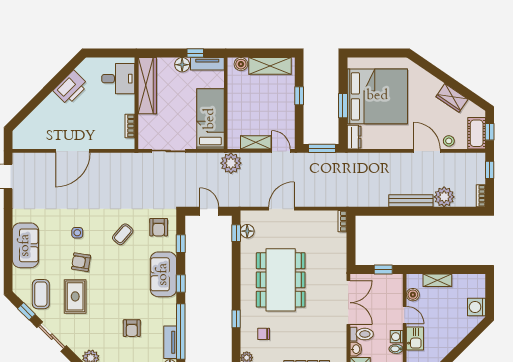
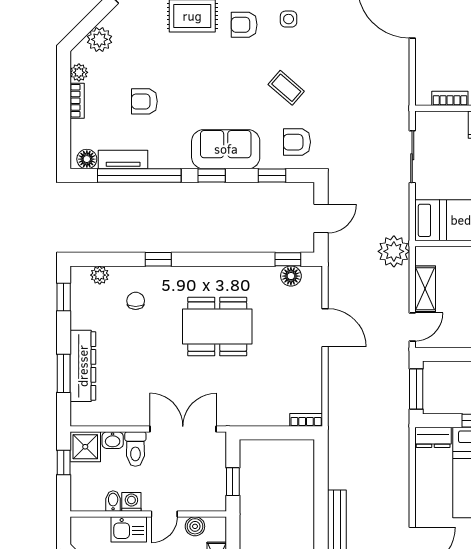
armchair: (81, 262) -> (244, 25), turned -99
dining table: (281, 280) -> (217, 327), width x0.73, depth x0.80
double door: (348, 303) -> (183, 429), swing flipped

